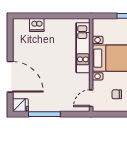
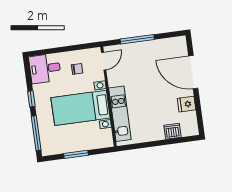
fridge: (20, 105) -> (187, 104), moved
window: (44, 114) -> (137, 39), moved

